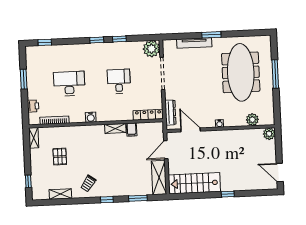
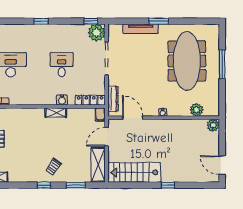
window: (119, 39) -> (91, 21), moved
water cooler: (91, 117) -> (62, 100), moved
filing cabinet: (132, 130) -> (100, 115), moved
trolley: (88, 183) -> (53, 167), moved

